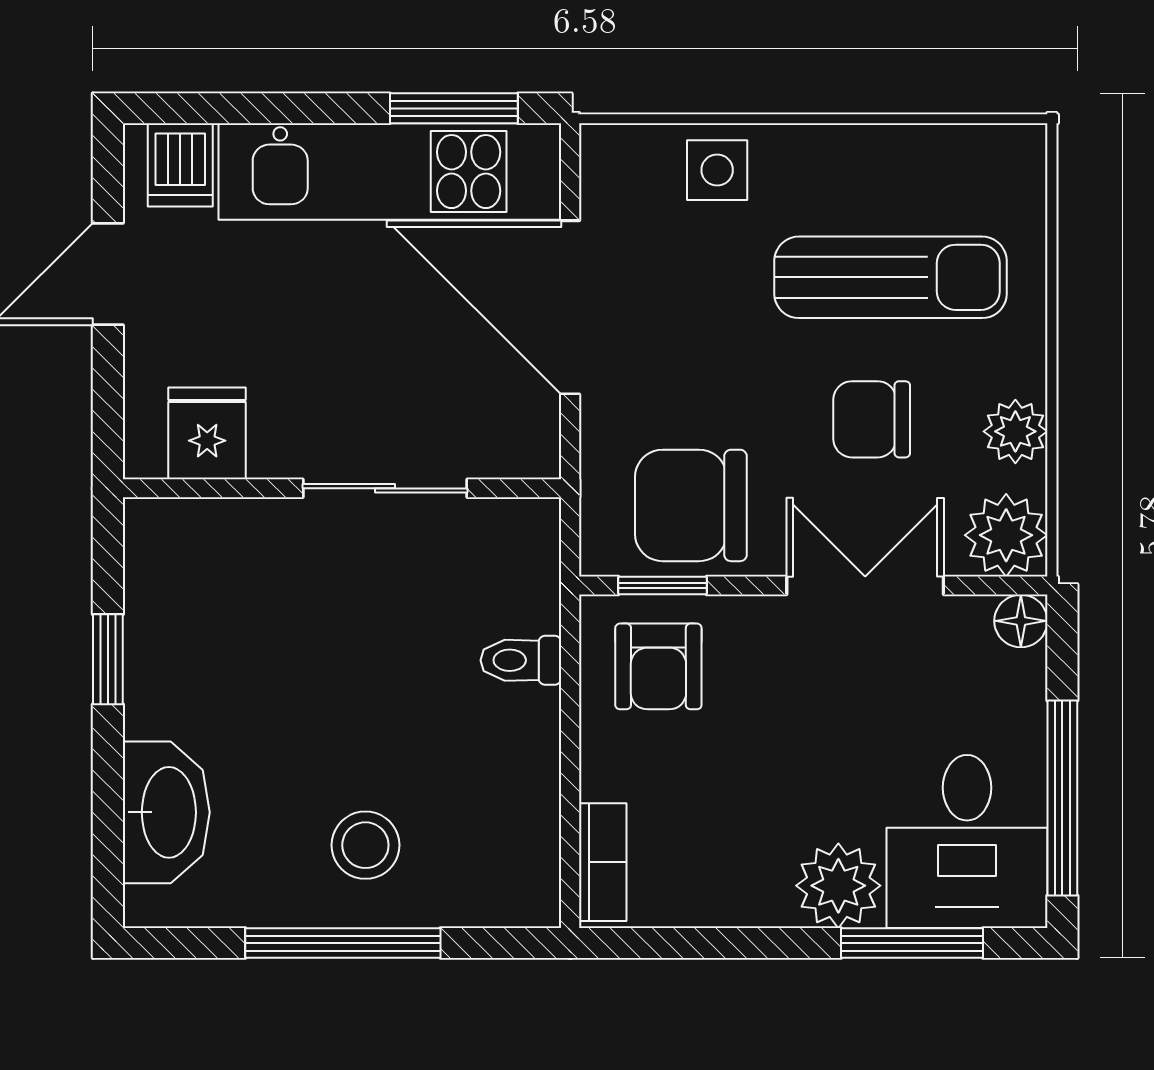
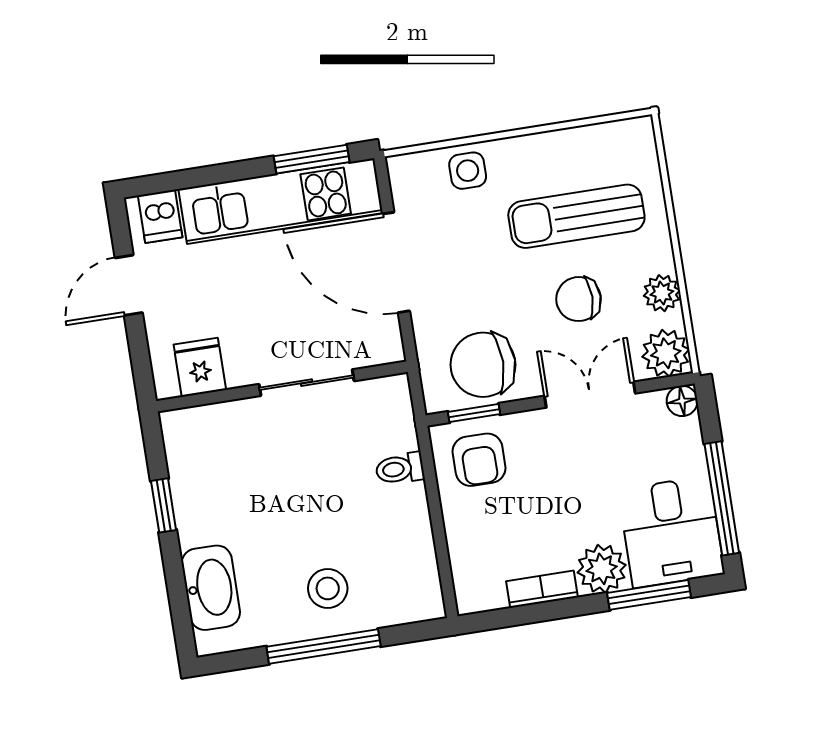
sun lounger: (890, 277) -> (576, 216), turned 180
bookcase: (603, 862) -> (542, 589), moved, turned -90

